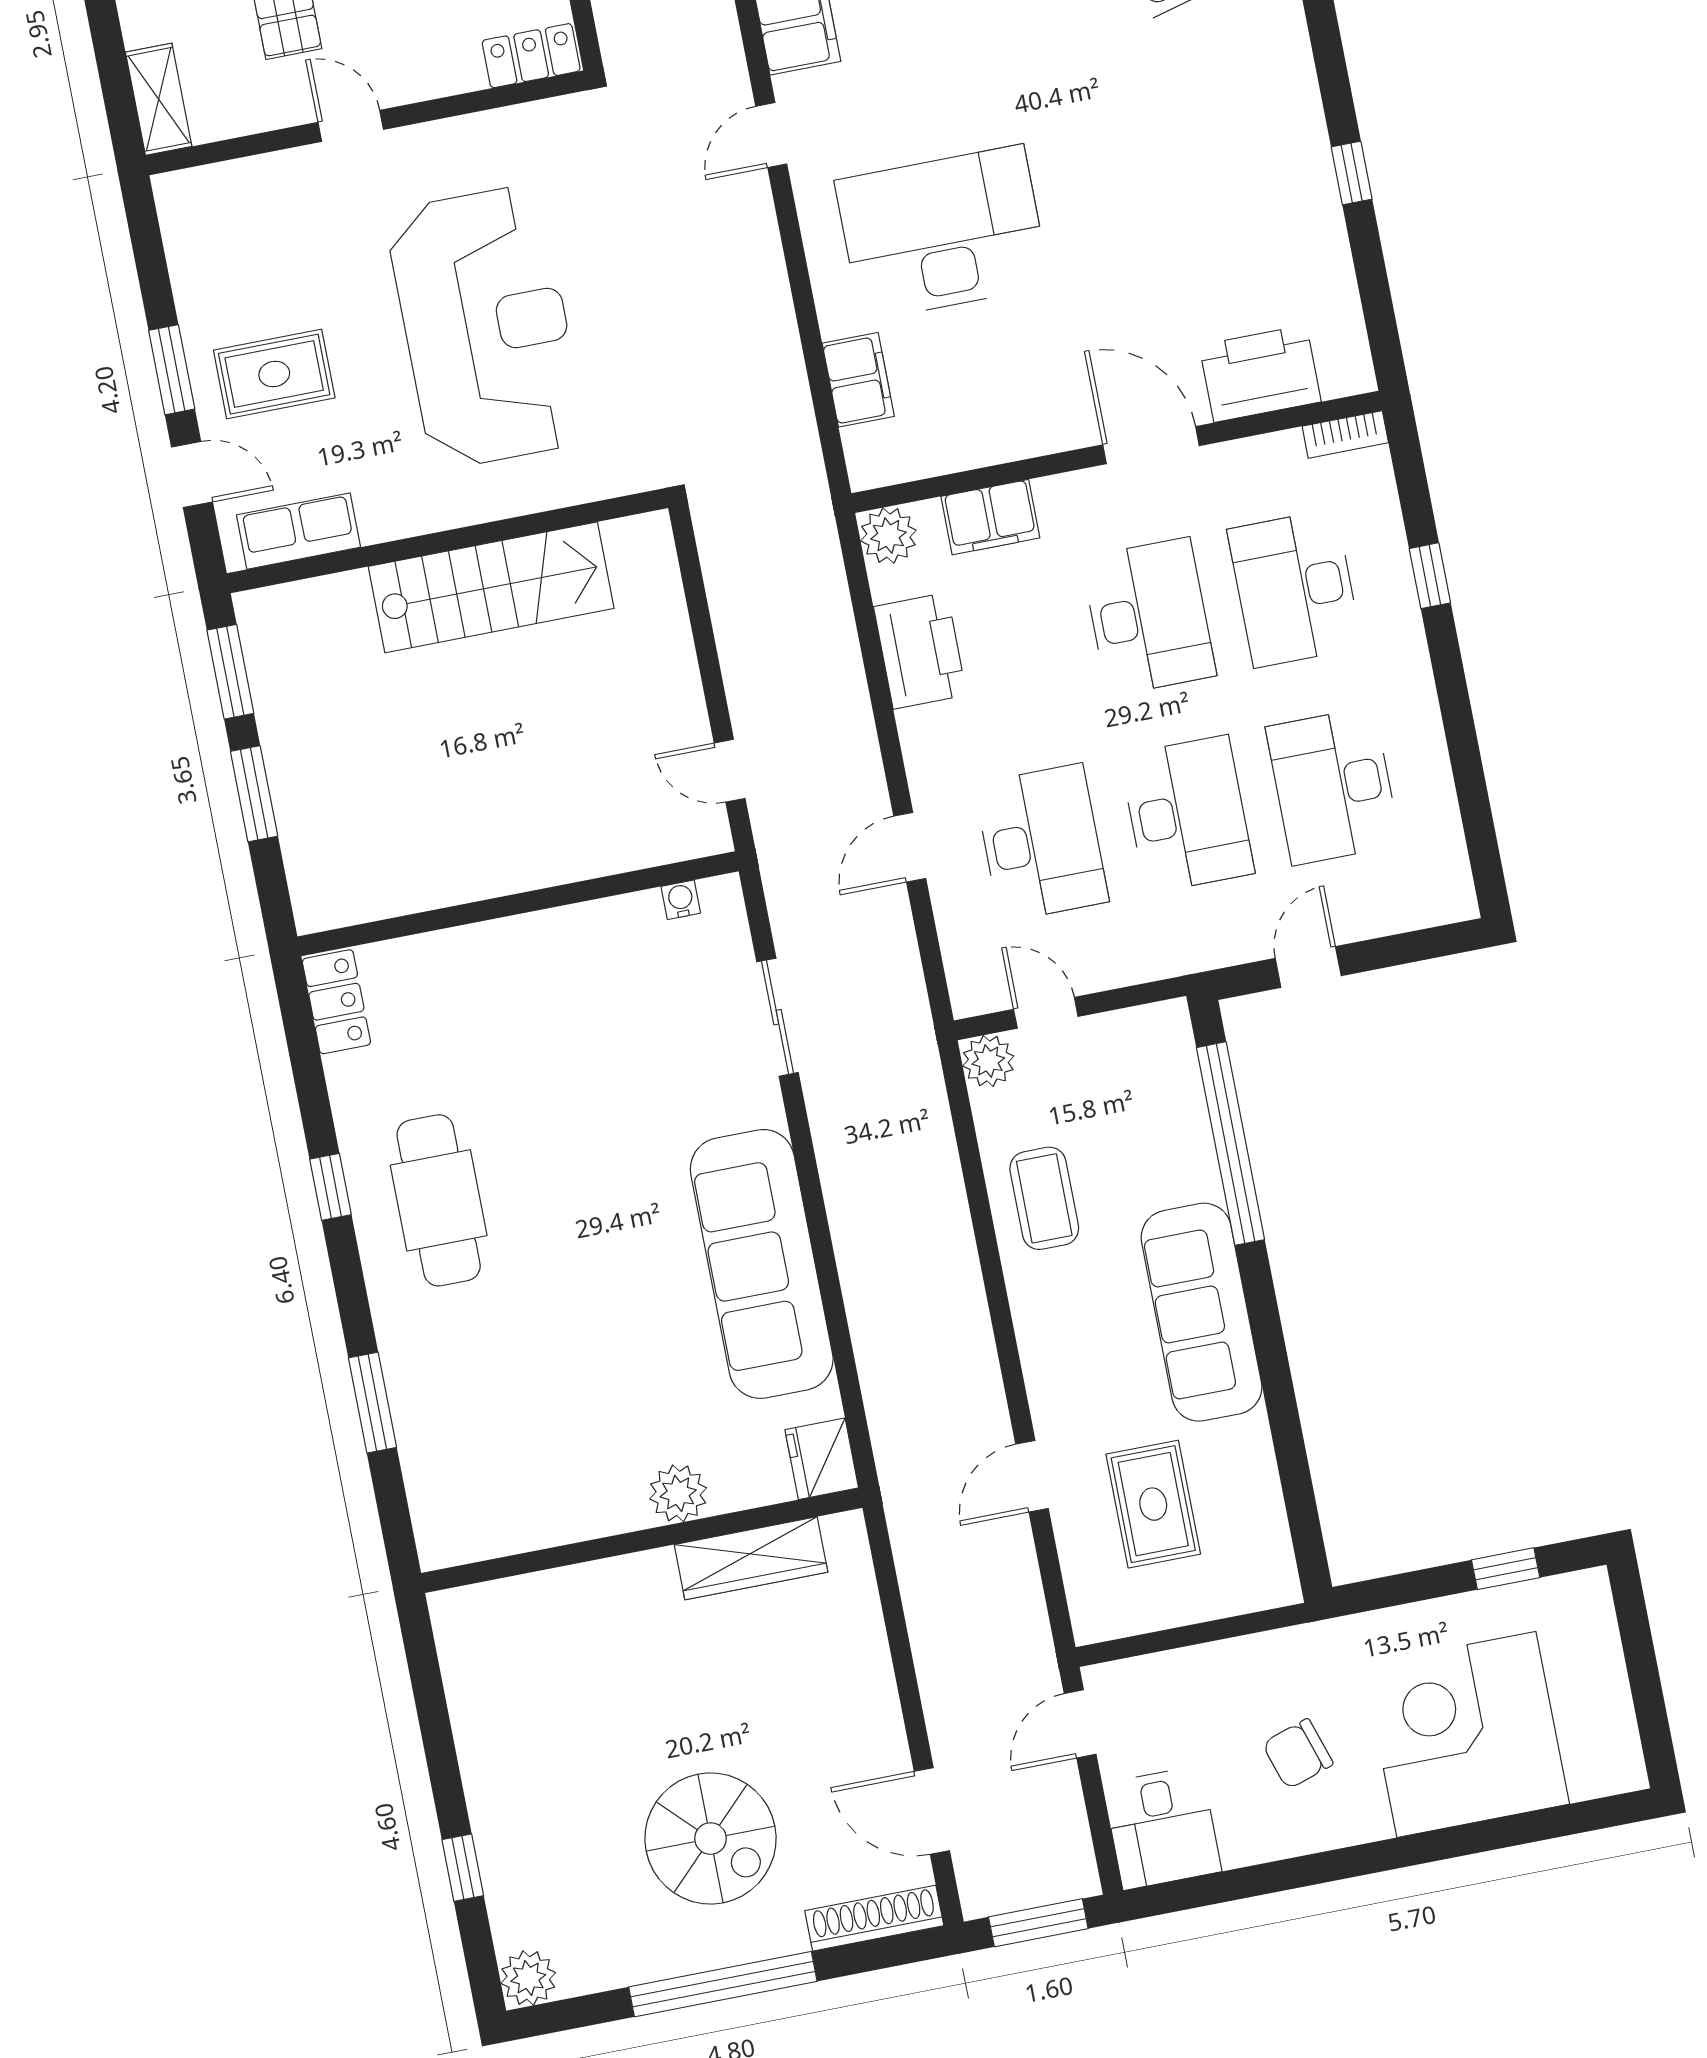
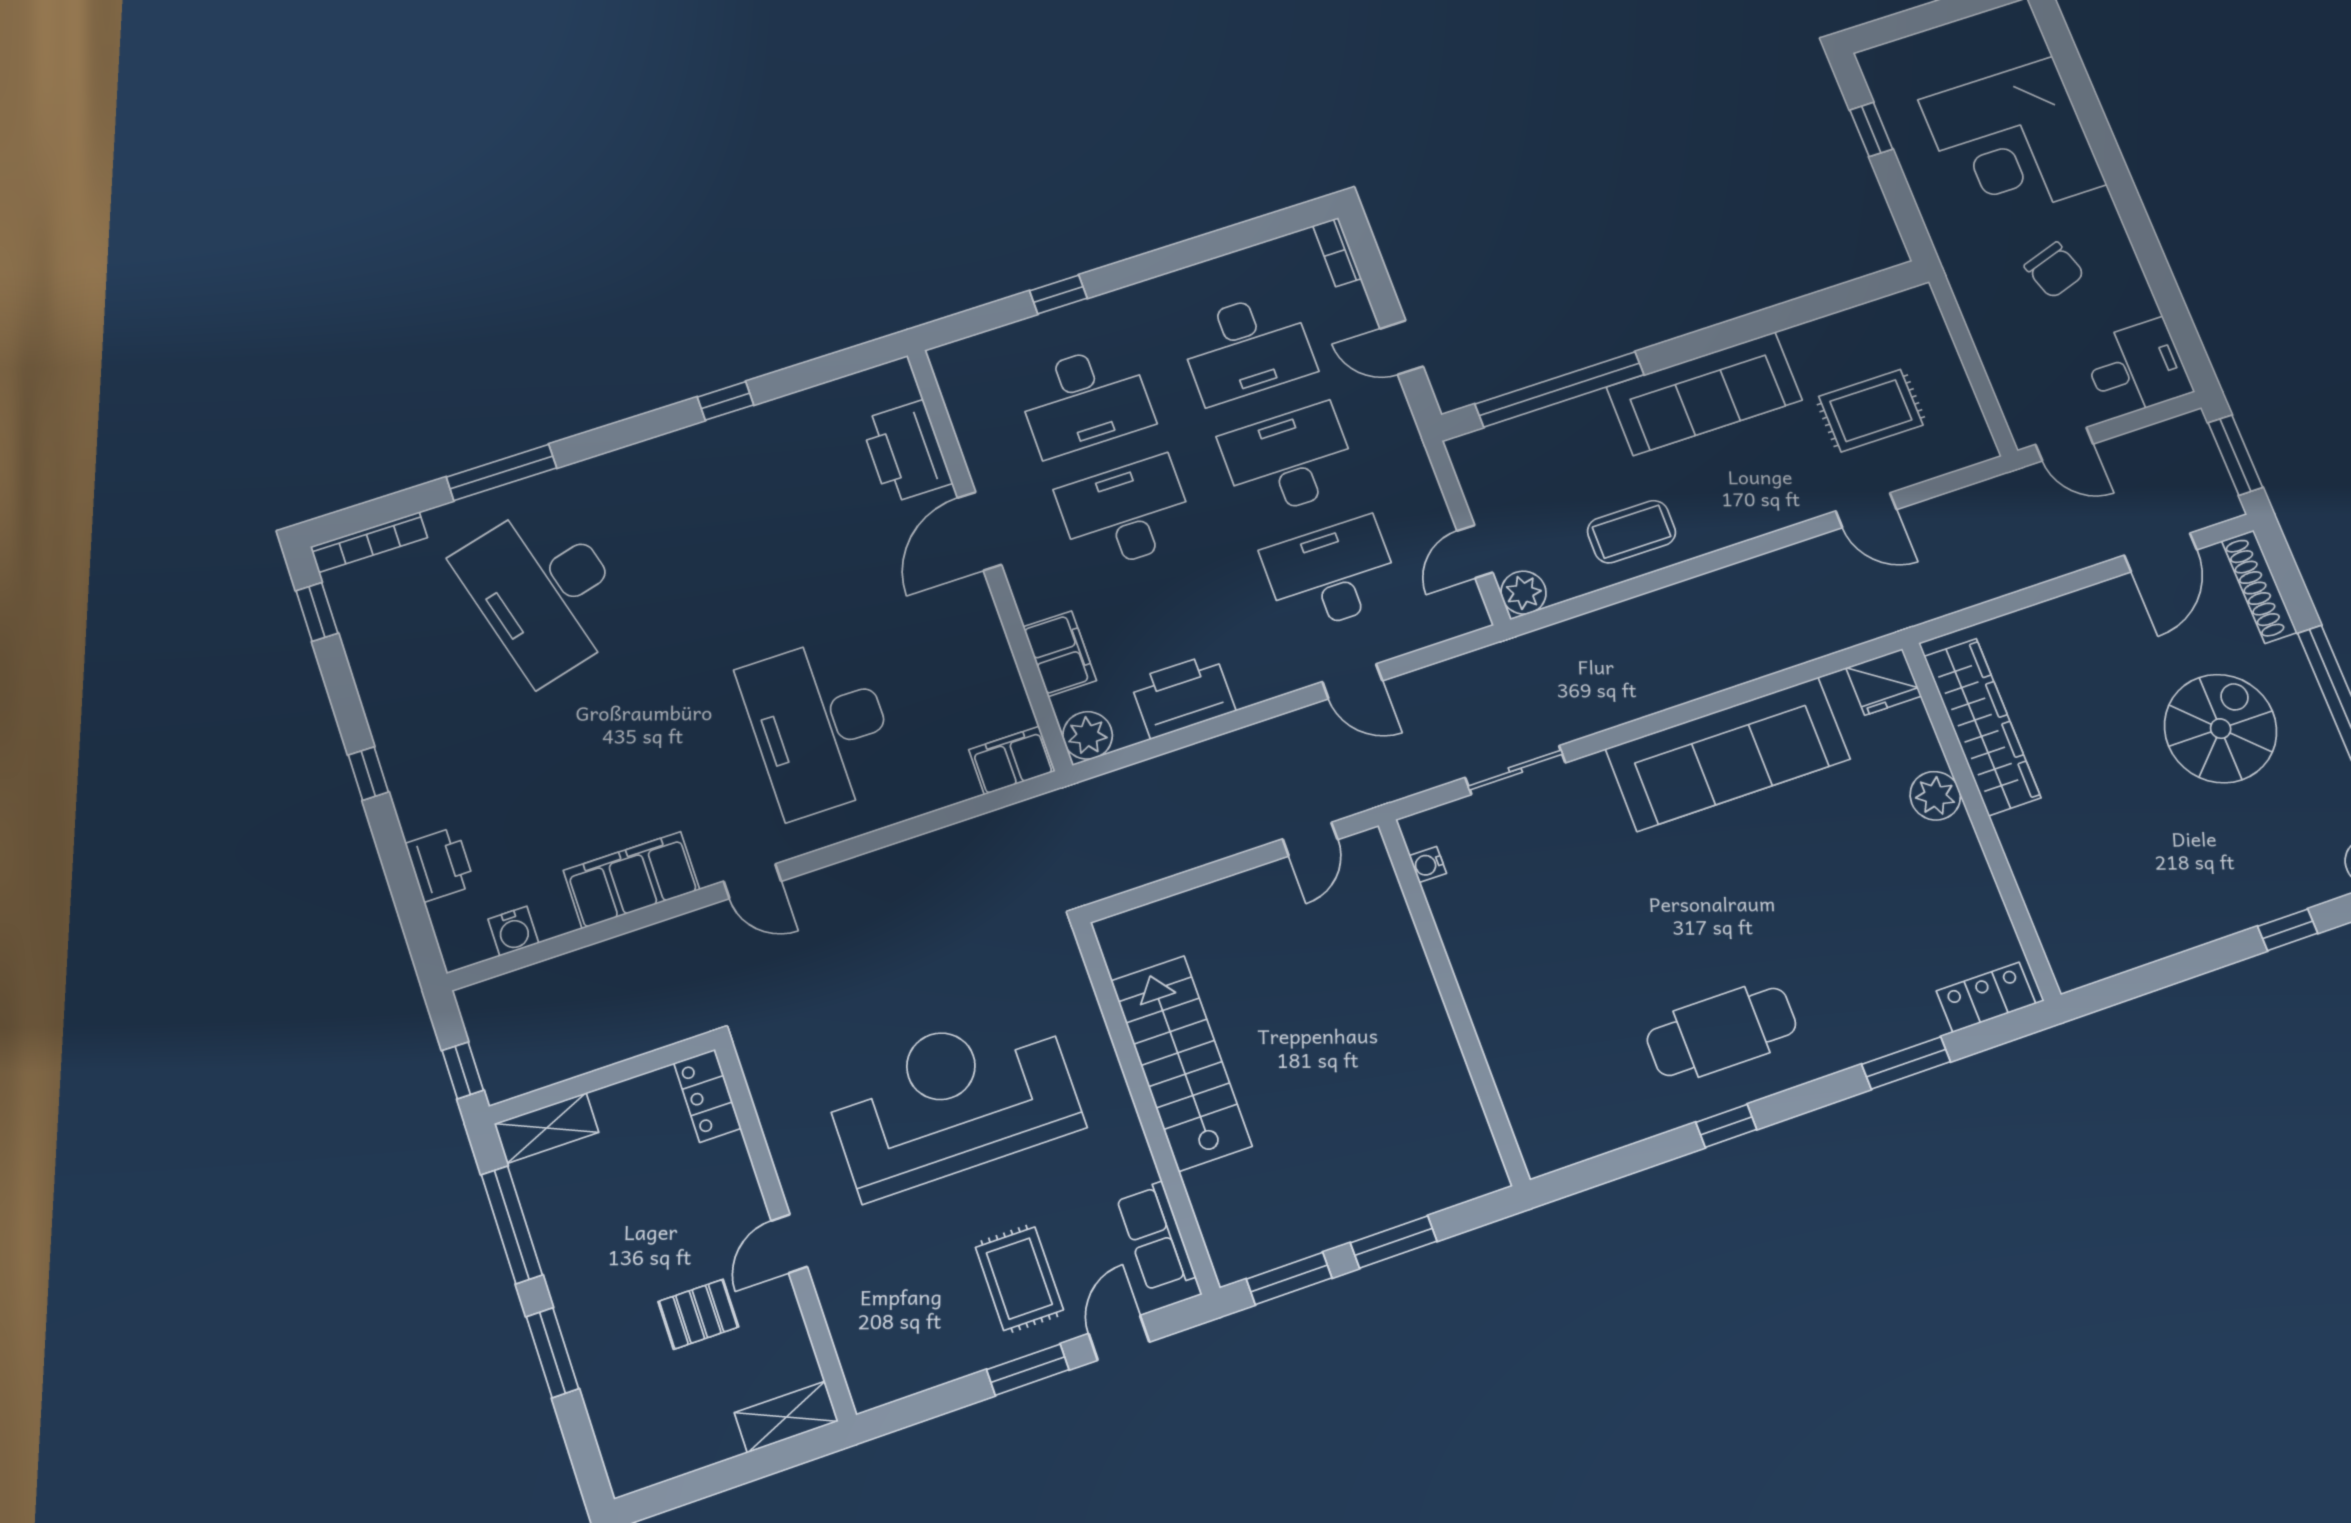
filing cabinet: (858, 380) -> (1012, 760), moved
bookcase: (1345, 434) -> (1337, 252), moved, turned 180
locker: (336, 1002) -> (1986, 997), moved
wardrobe: (751, 1558) -> (1982, 727), width x1.40, depth x1.17

